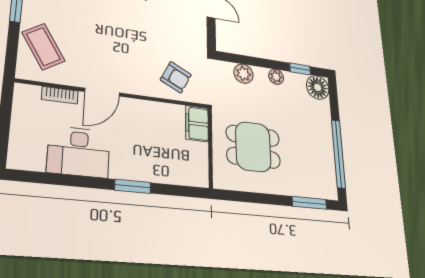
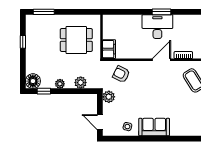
plant: (197, 43) -> (109, 97), added
desk: (79, 152) -> (157, 27), moved
window: (338, 154) -> (23, 42), width x0.32
window: (133, 186) -> (162, 12), moved

